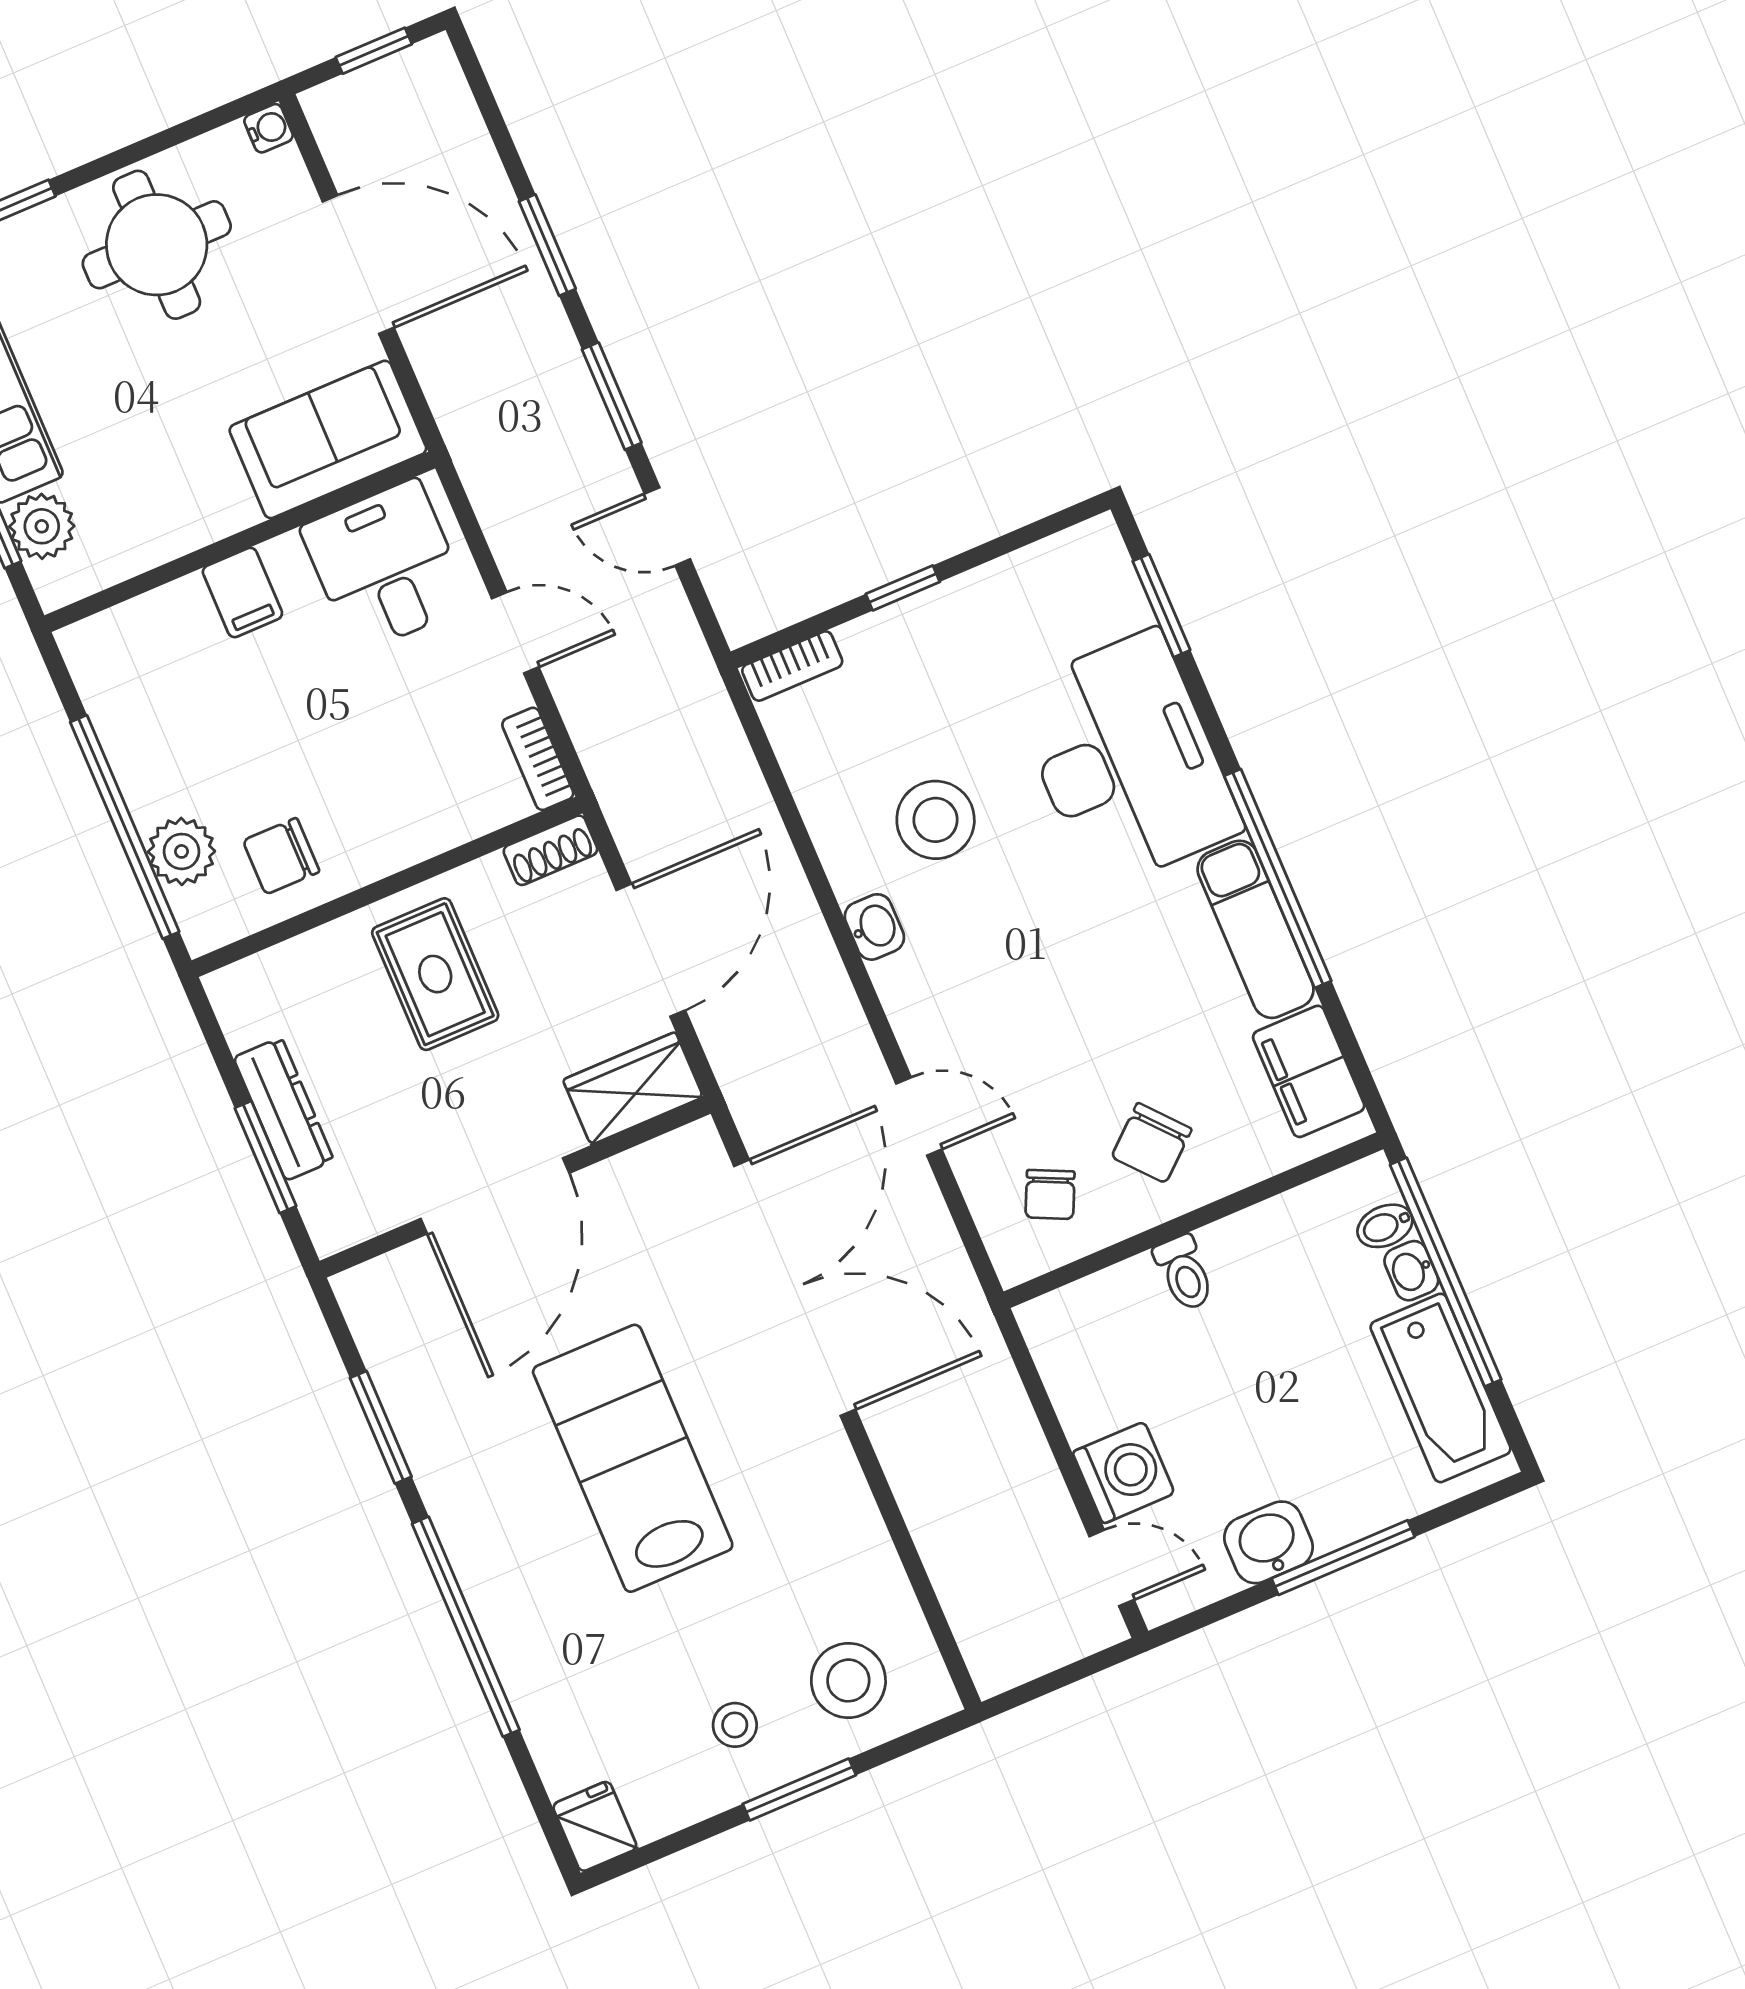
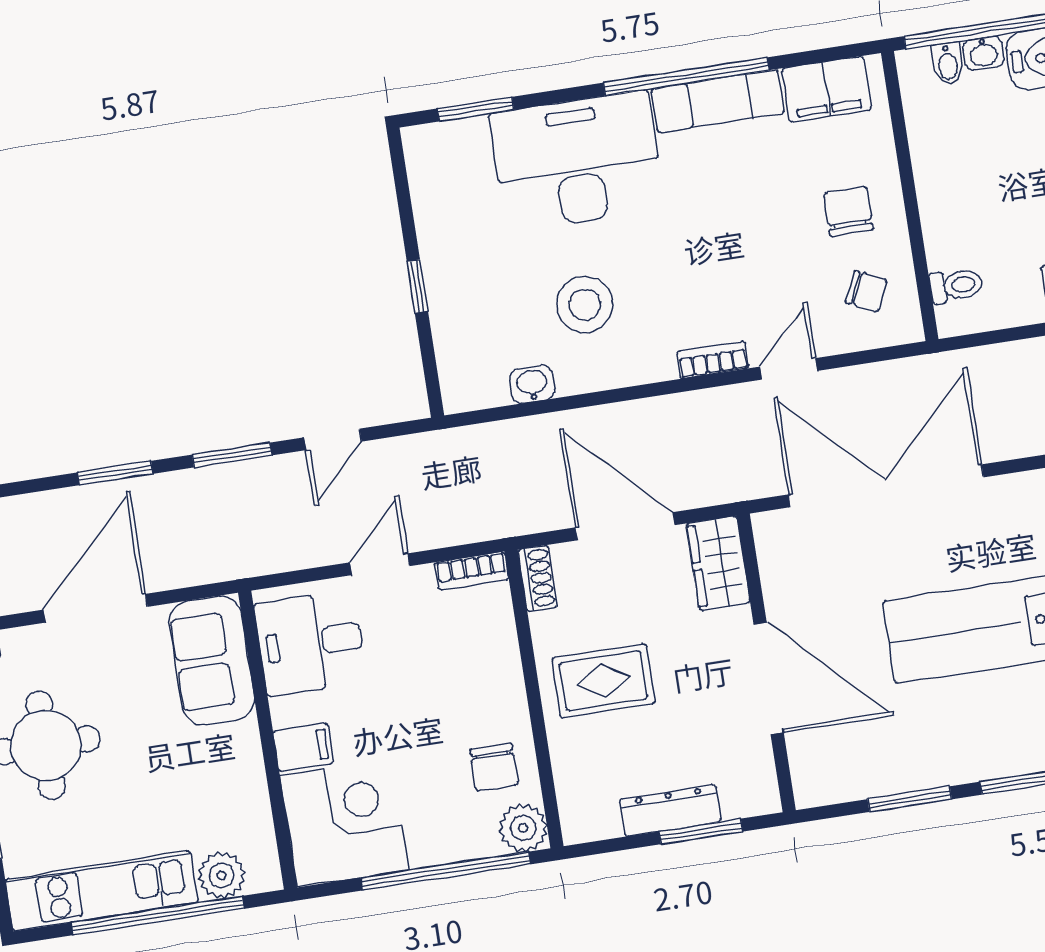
bookcase: (792, 666) -> (713, 360), moved, turned -90
corner desk: (155, 674) -> (344, 823), added
plant: (182, 851) -> (523, 828), moved
washbasin: (874, 927) -> (532, 384), moved
chair: (1152, 1143) -> (848, 211), turned -139
toilet: (1184, 1273) -> (956, 285), moved

